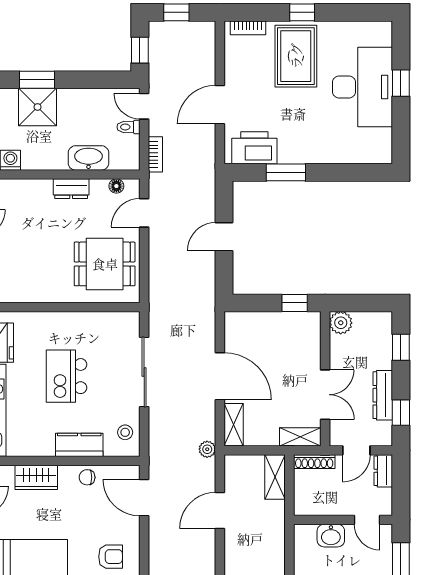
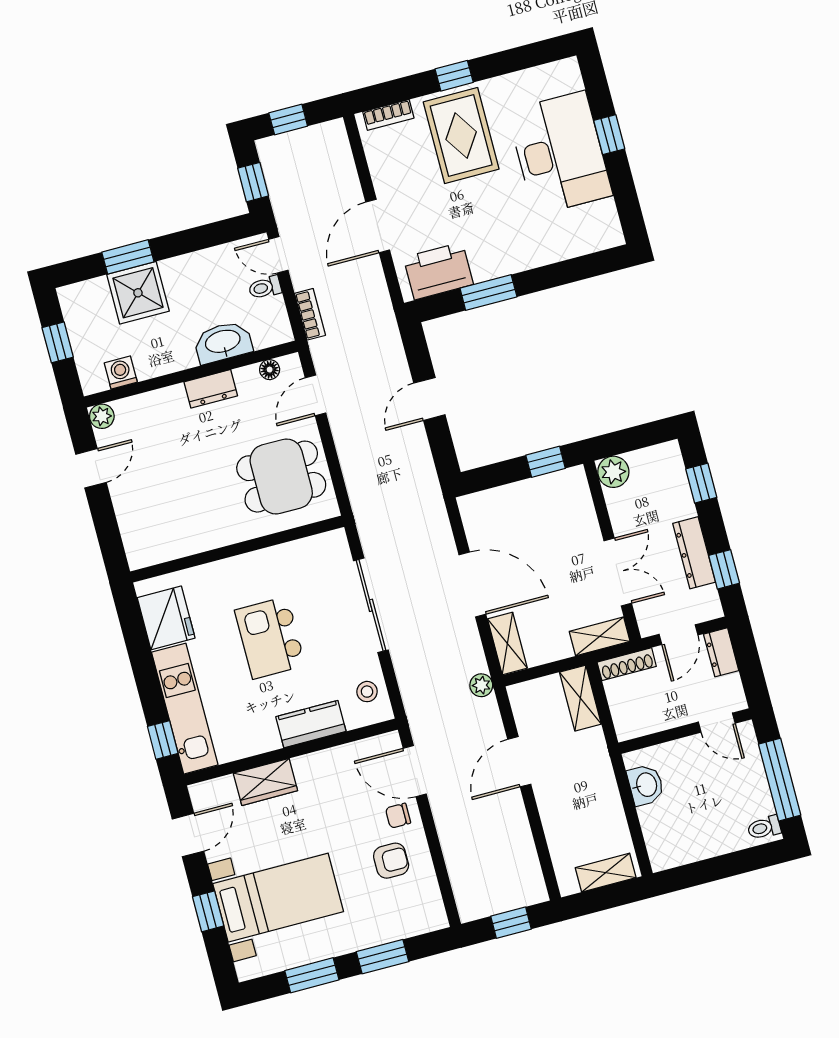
chair: (87, 477) -> (398, 816), moved
washbasin: (331, 536) -> (646, 785), moved, turned -90

